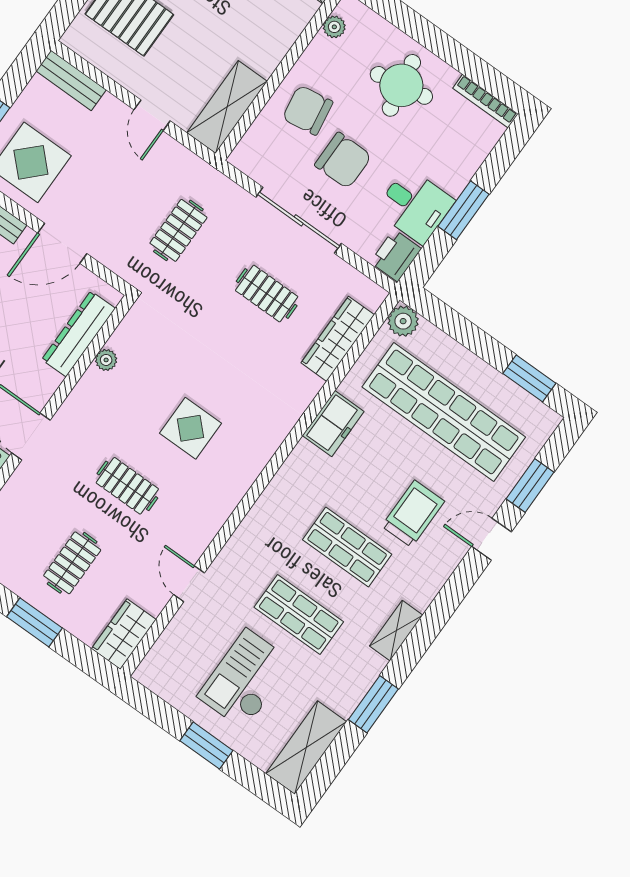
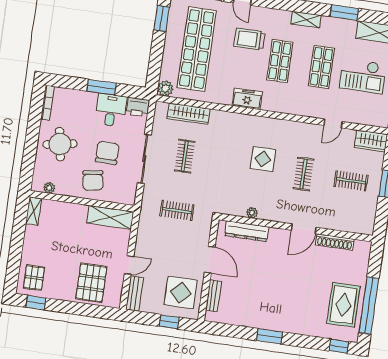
door: (152, 115) -> (129, 265), moved
freezer: (333, 424) -> (247, 99), moved

